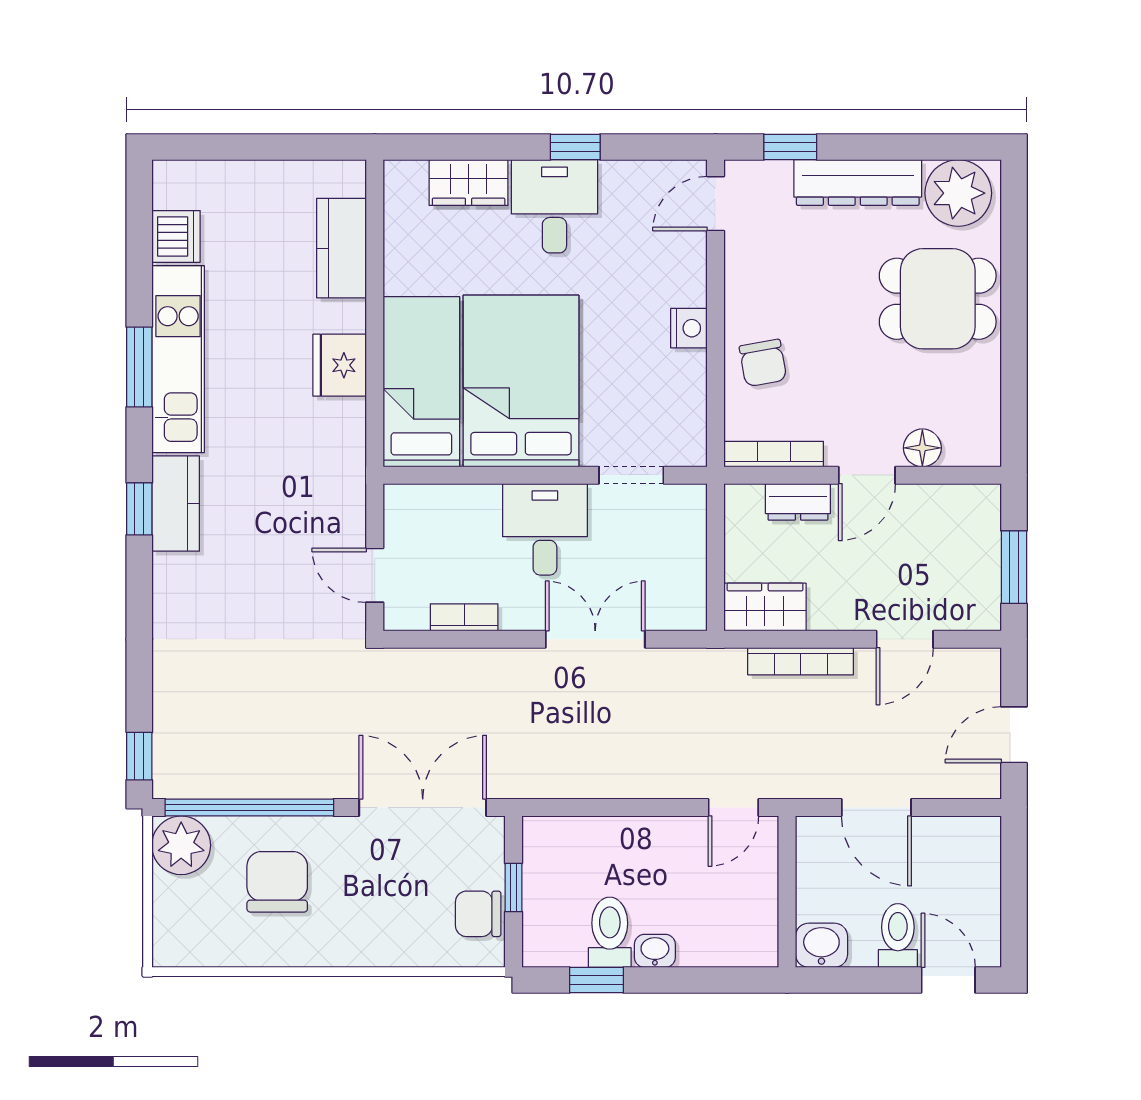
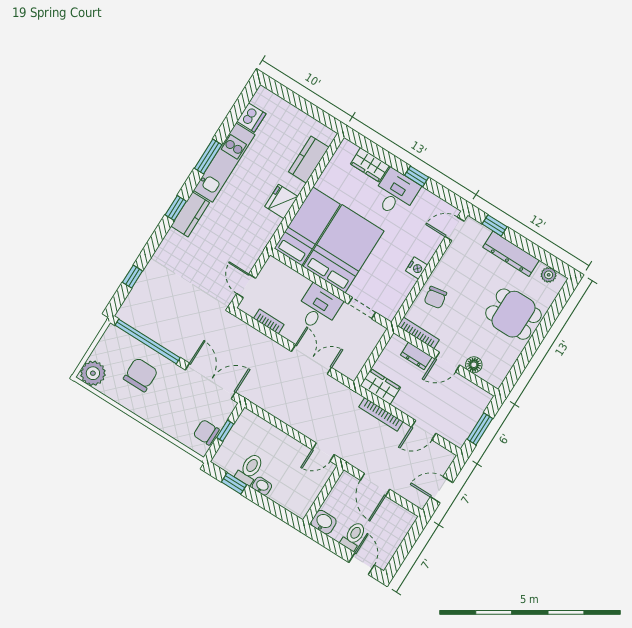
plant: (958, 193) -> (549, 275), width x0.53, depth x0.53
window: (139, 756) -> (132, 277), moved
plant: (181, 845) -> (93, 373), moved

